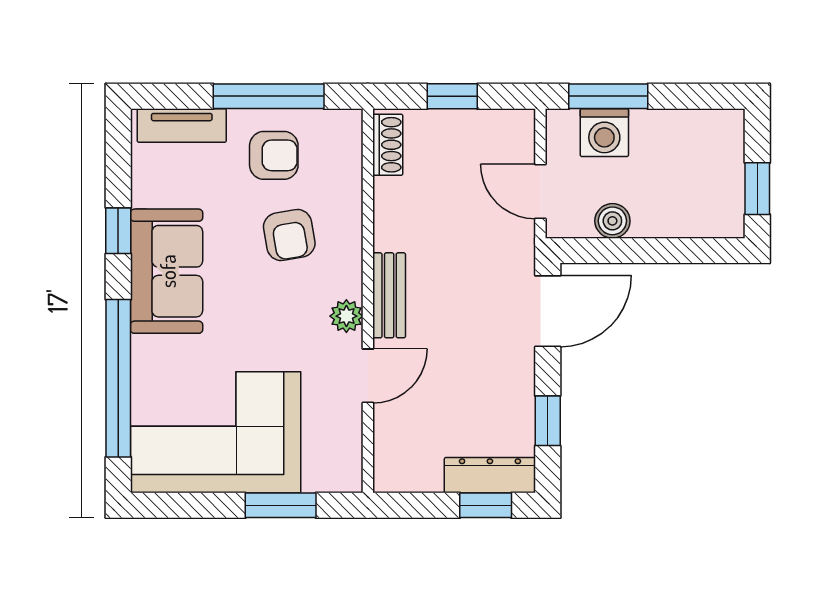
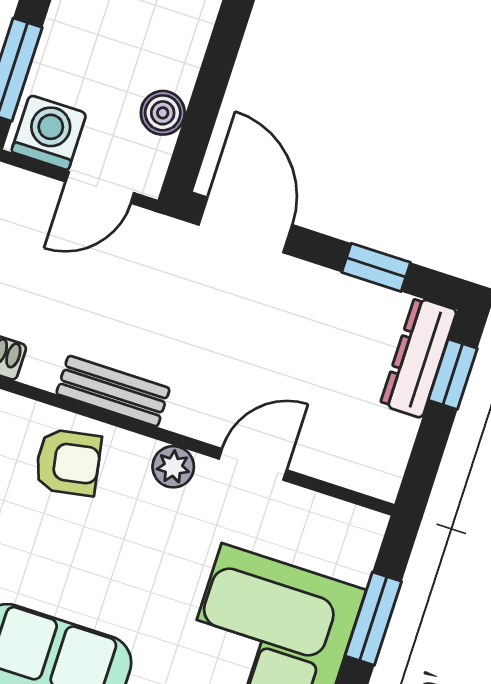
washing machine: (604, 133) -> (49, 133), moved, turned -90
armchair: (289, 235) -> (68, 462), moved
bench: (389, 295) -> (113, 391), moved
door: (368, 376) -> (253, 464), hinge flipped

